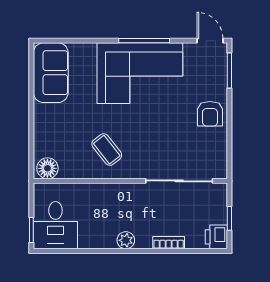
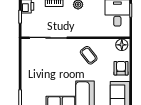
armchair: (210, 114) -> (121, 68), moved

